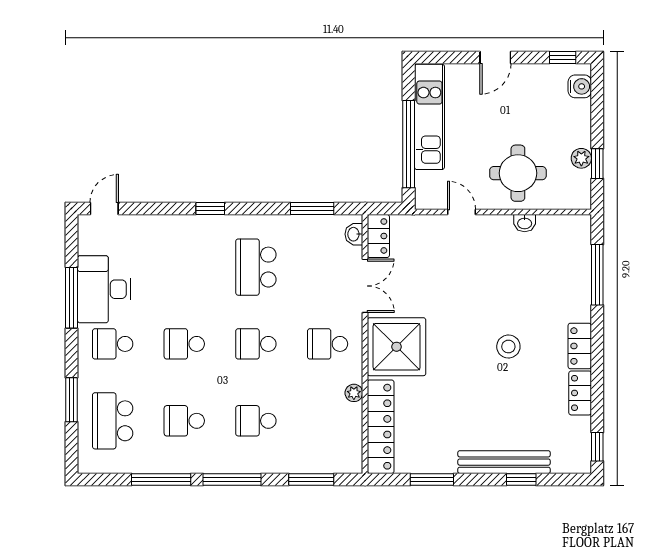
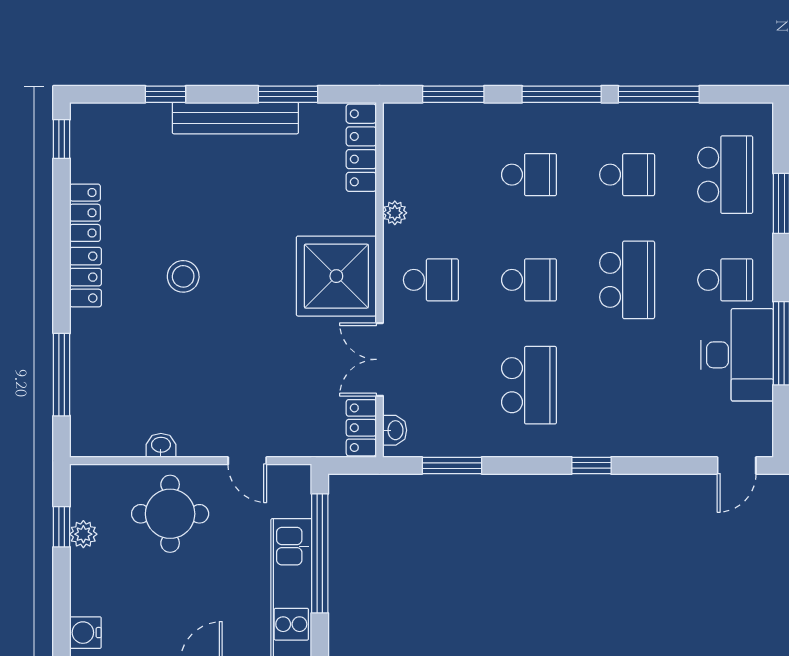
school desk: (184, 344) -> (627, 280), width x1.85
locker: (381, 427) -> (361, 148), width x0.71, depth x0.83
bench: (504, 462) -> (235, 118), moved

